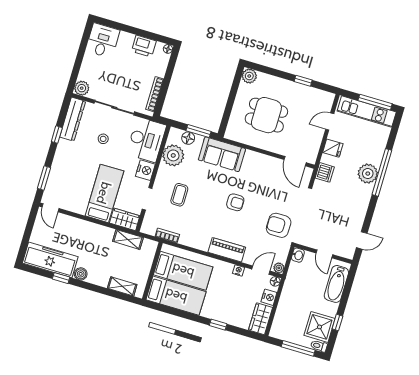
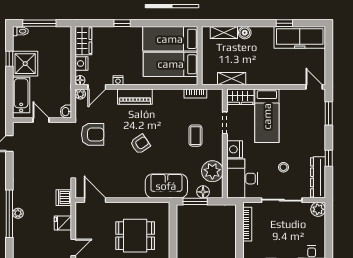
plant: (368, 174) -> (18, 213), width x0.53, depth x0.53
armchair: (235, 202) -> (140, 144), turned 146
boiler: (81, 274) -> (245, 33), moved
shower: (319, 327) -> (25, 64), moved

